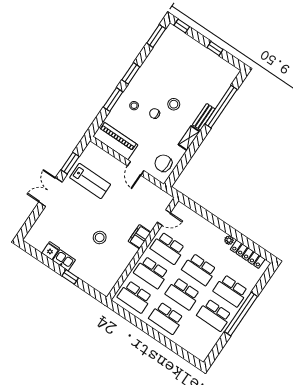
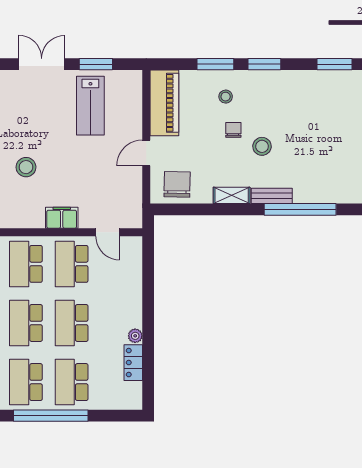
locker: (248, 254) -> (133, 363), width x0.66

